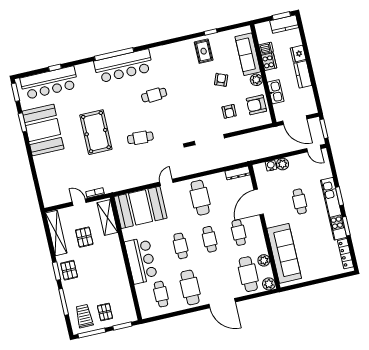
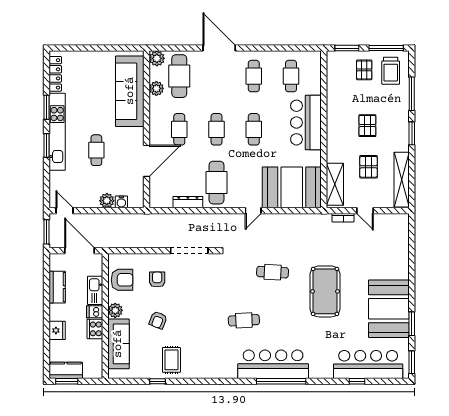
dishwasher: (266, 48) -> (95, 312), moved
kitchen counter: (303, 74) -> (57, 287), moved
dresser: (238, 173) -> (188, 202), moved
pallet: (69, 270) -> (367, 126), moved
cafe table: (190, 287) -> (254, 76), width x0.73, depth x0.74

